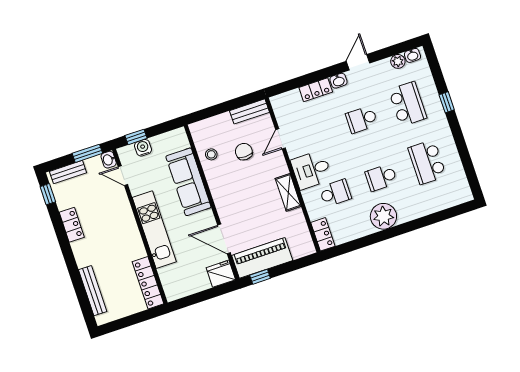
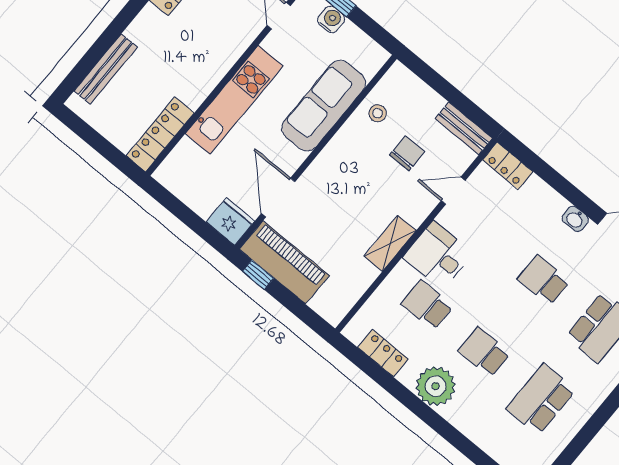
locker: (316, 90) -> (508, 166), moved
school desk: (335, 193) -> (427, 305), turned 180
locker: (323, 234) -> (383, 353), moved, turned -90

